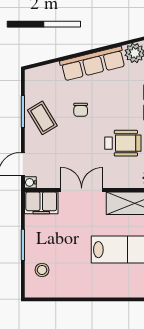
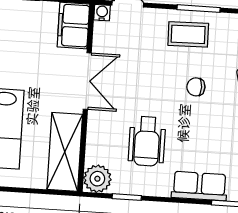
coffee table: (42, 118) -> (188, 34), turned 30

